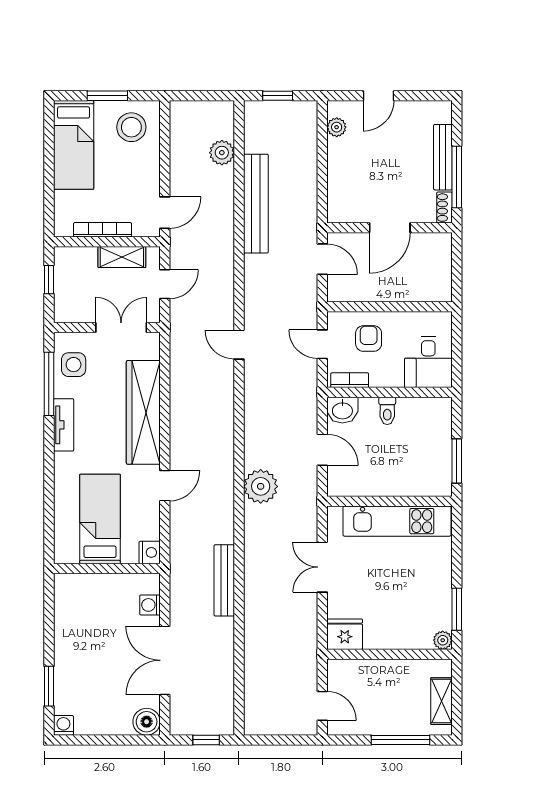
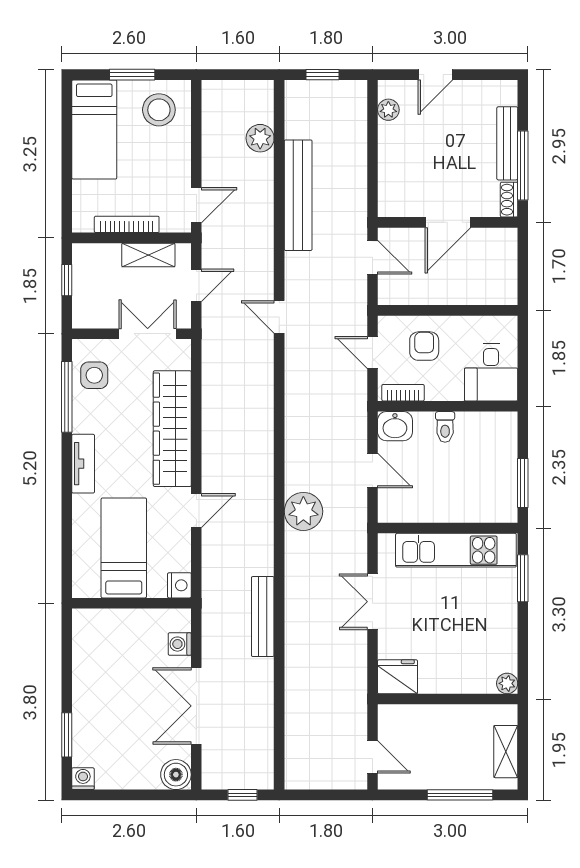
door: (239, 345) -> (279, 317), moved
tv unit: (64, 425) -> (83, 464), moved
window: (457, 609) -> (523, 578), moved

